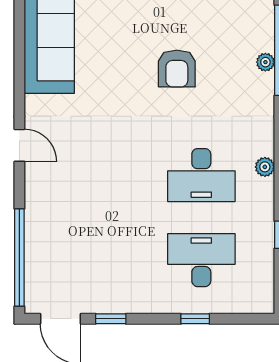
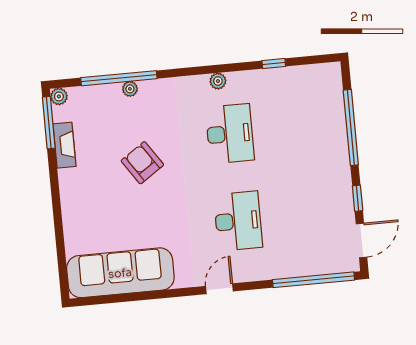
armchair: (177, 69) -> (142, 163), turned -124
desk: (201, 260) -> (238, 221), moved, turned 180
window: (195, 319) -> (351, 127), width x3.17

